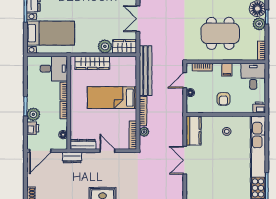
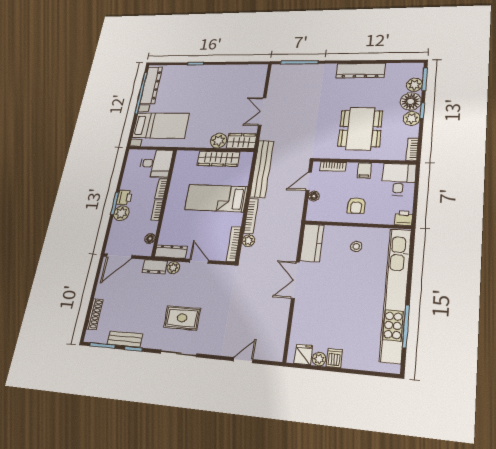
dining table: (220, 33) -> (360, 129), turned 90
wardrobe: (92, 63) -> (218, 159), moved
printer: (33, 128) -> (124, 197), moved
plant: (88, 157) -> (173, 268), added

